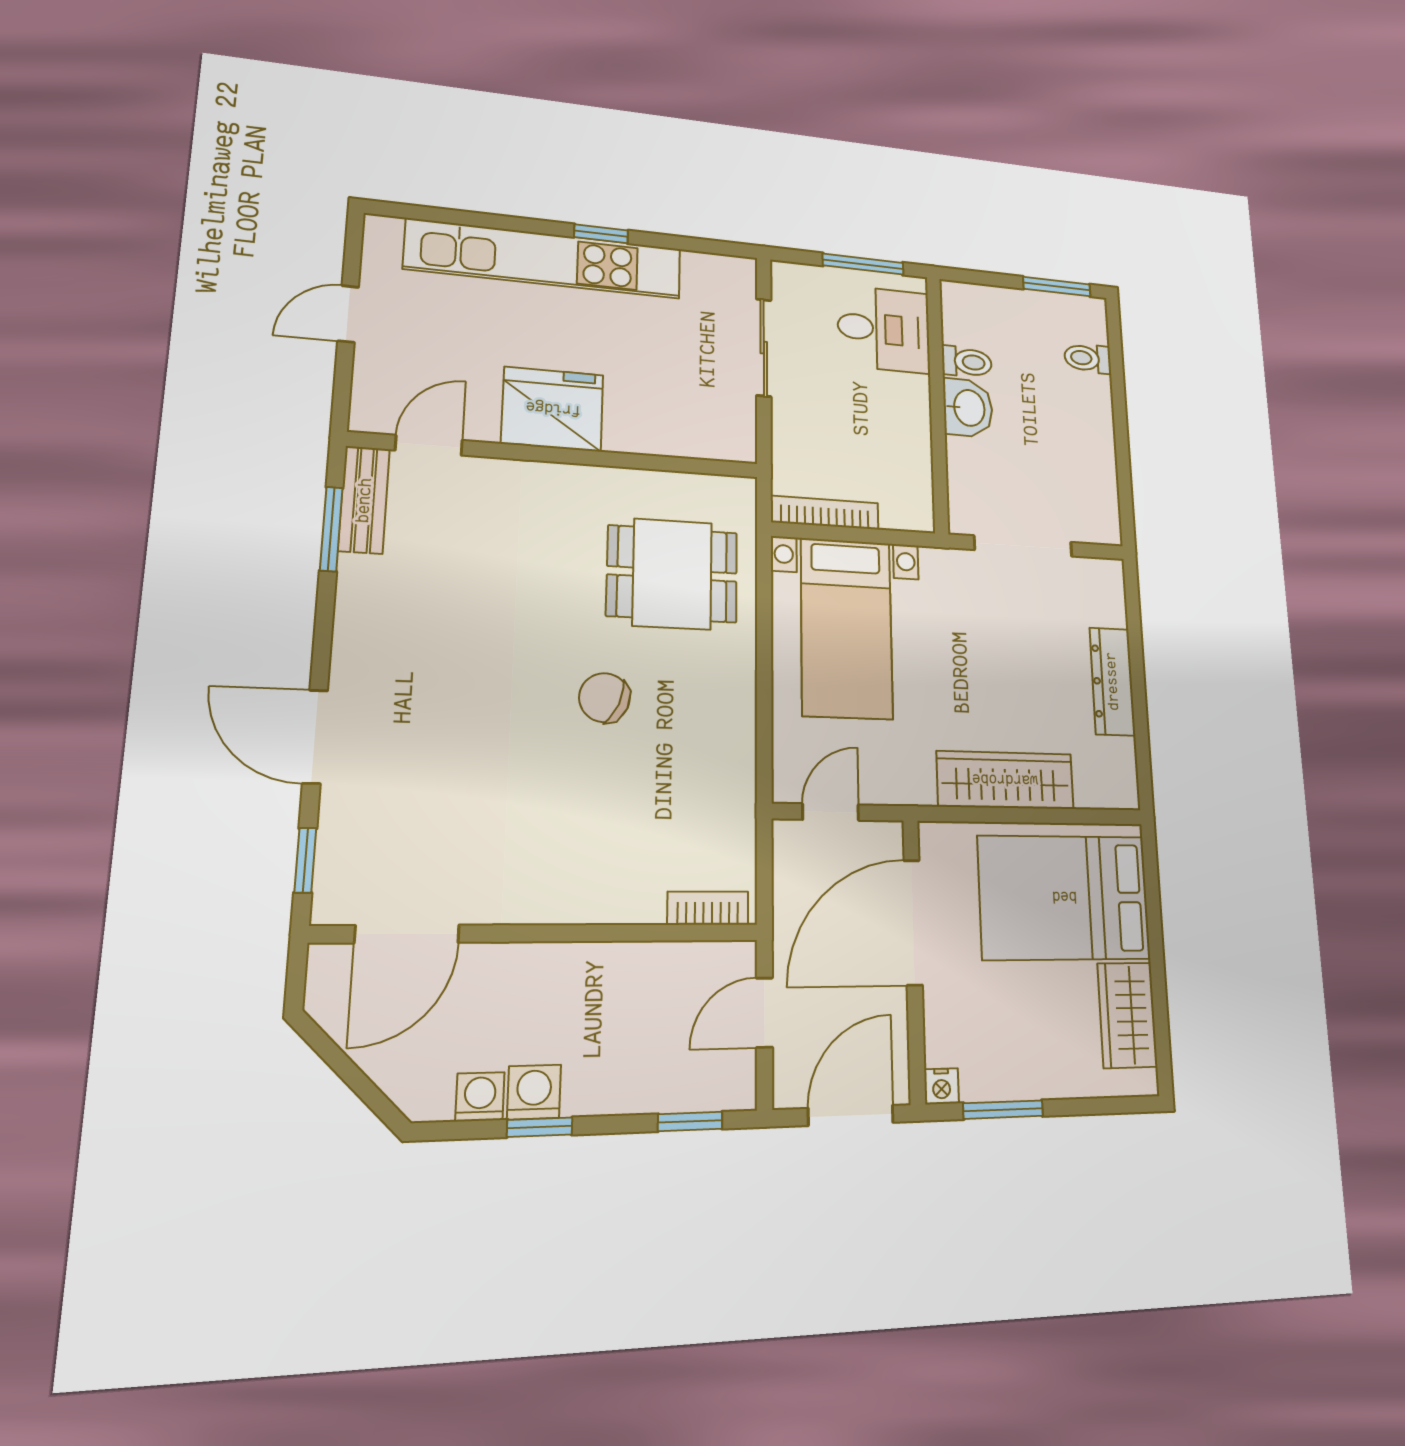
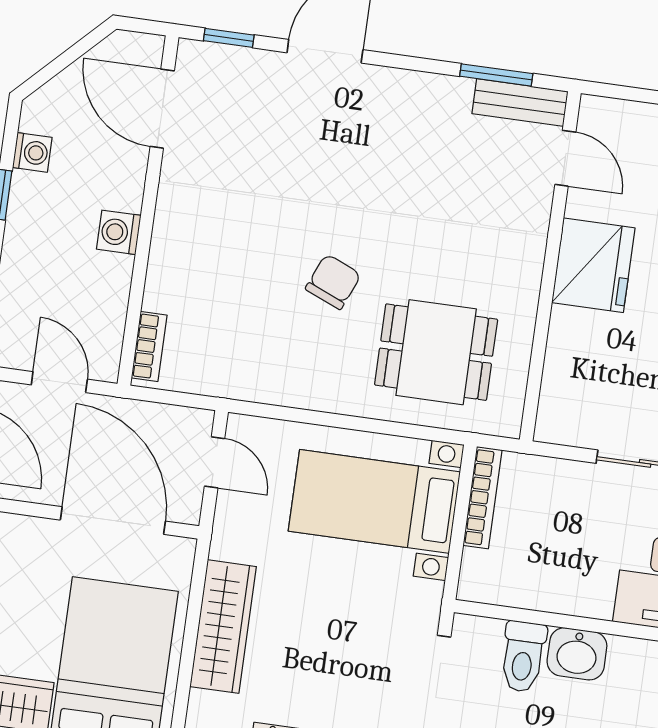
toilet: (967, 362) -> (523, 657), moved, width x1.37, depth x1.39
dining table: (672, 574) -> (436, 352), turned 90
washing machine: (534, 1092) -> (119, 232), moved, turned 180

